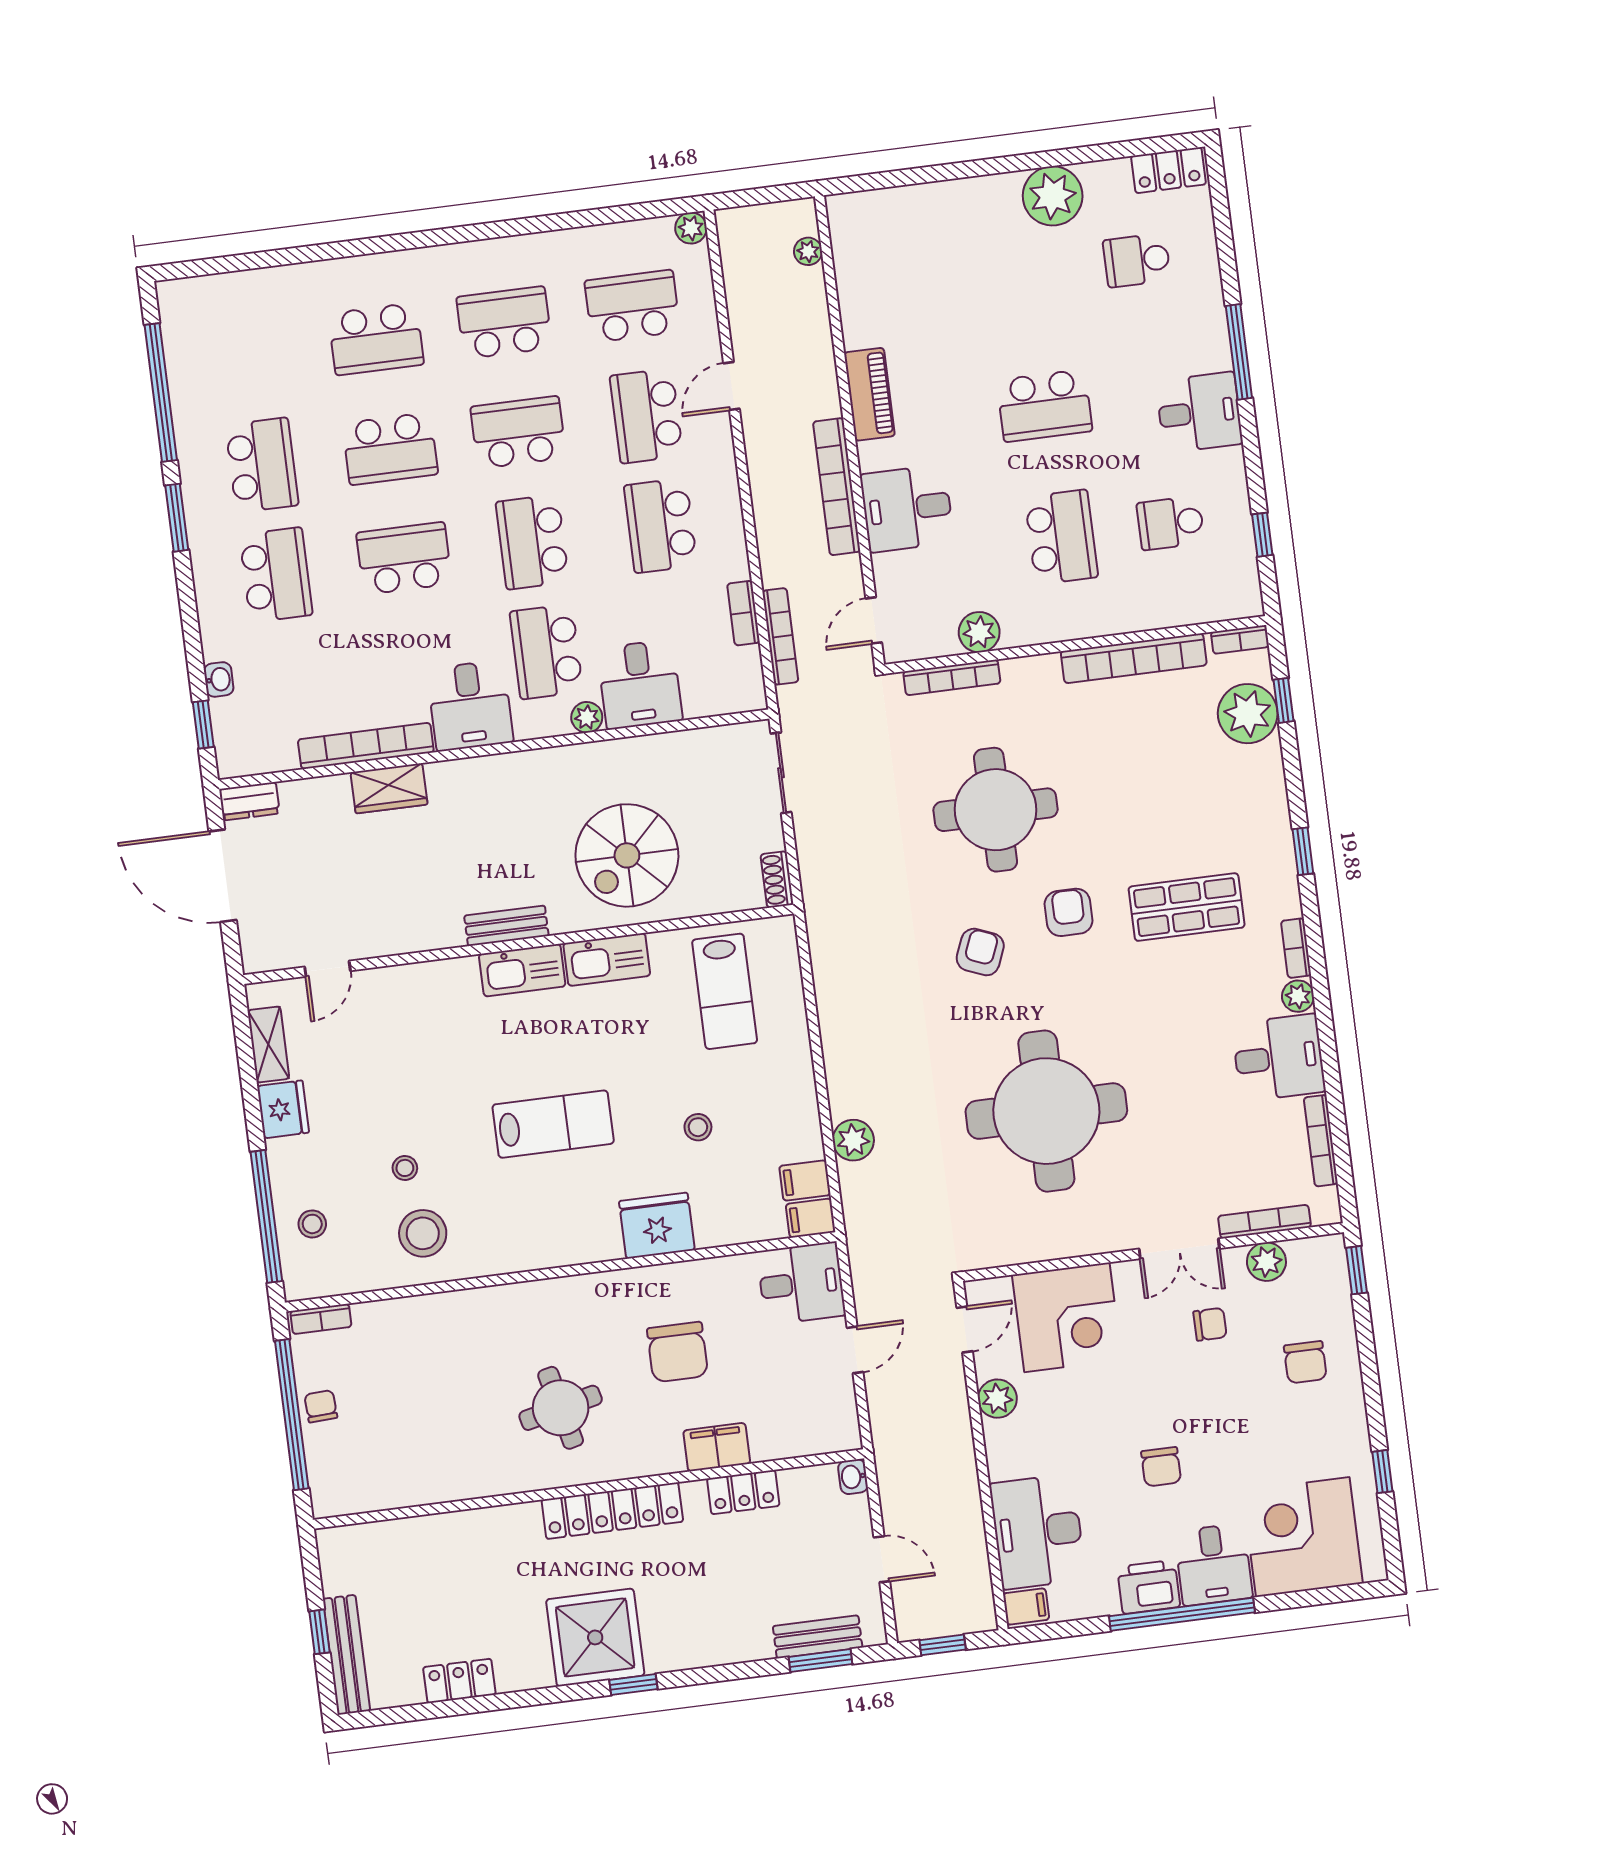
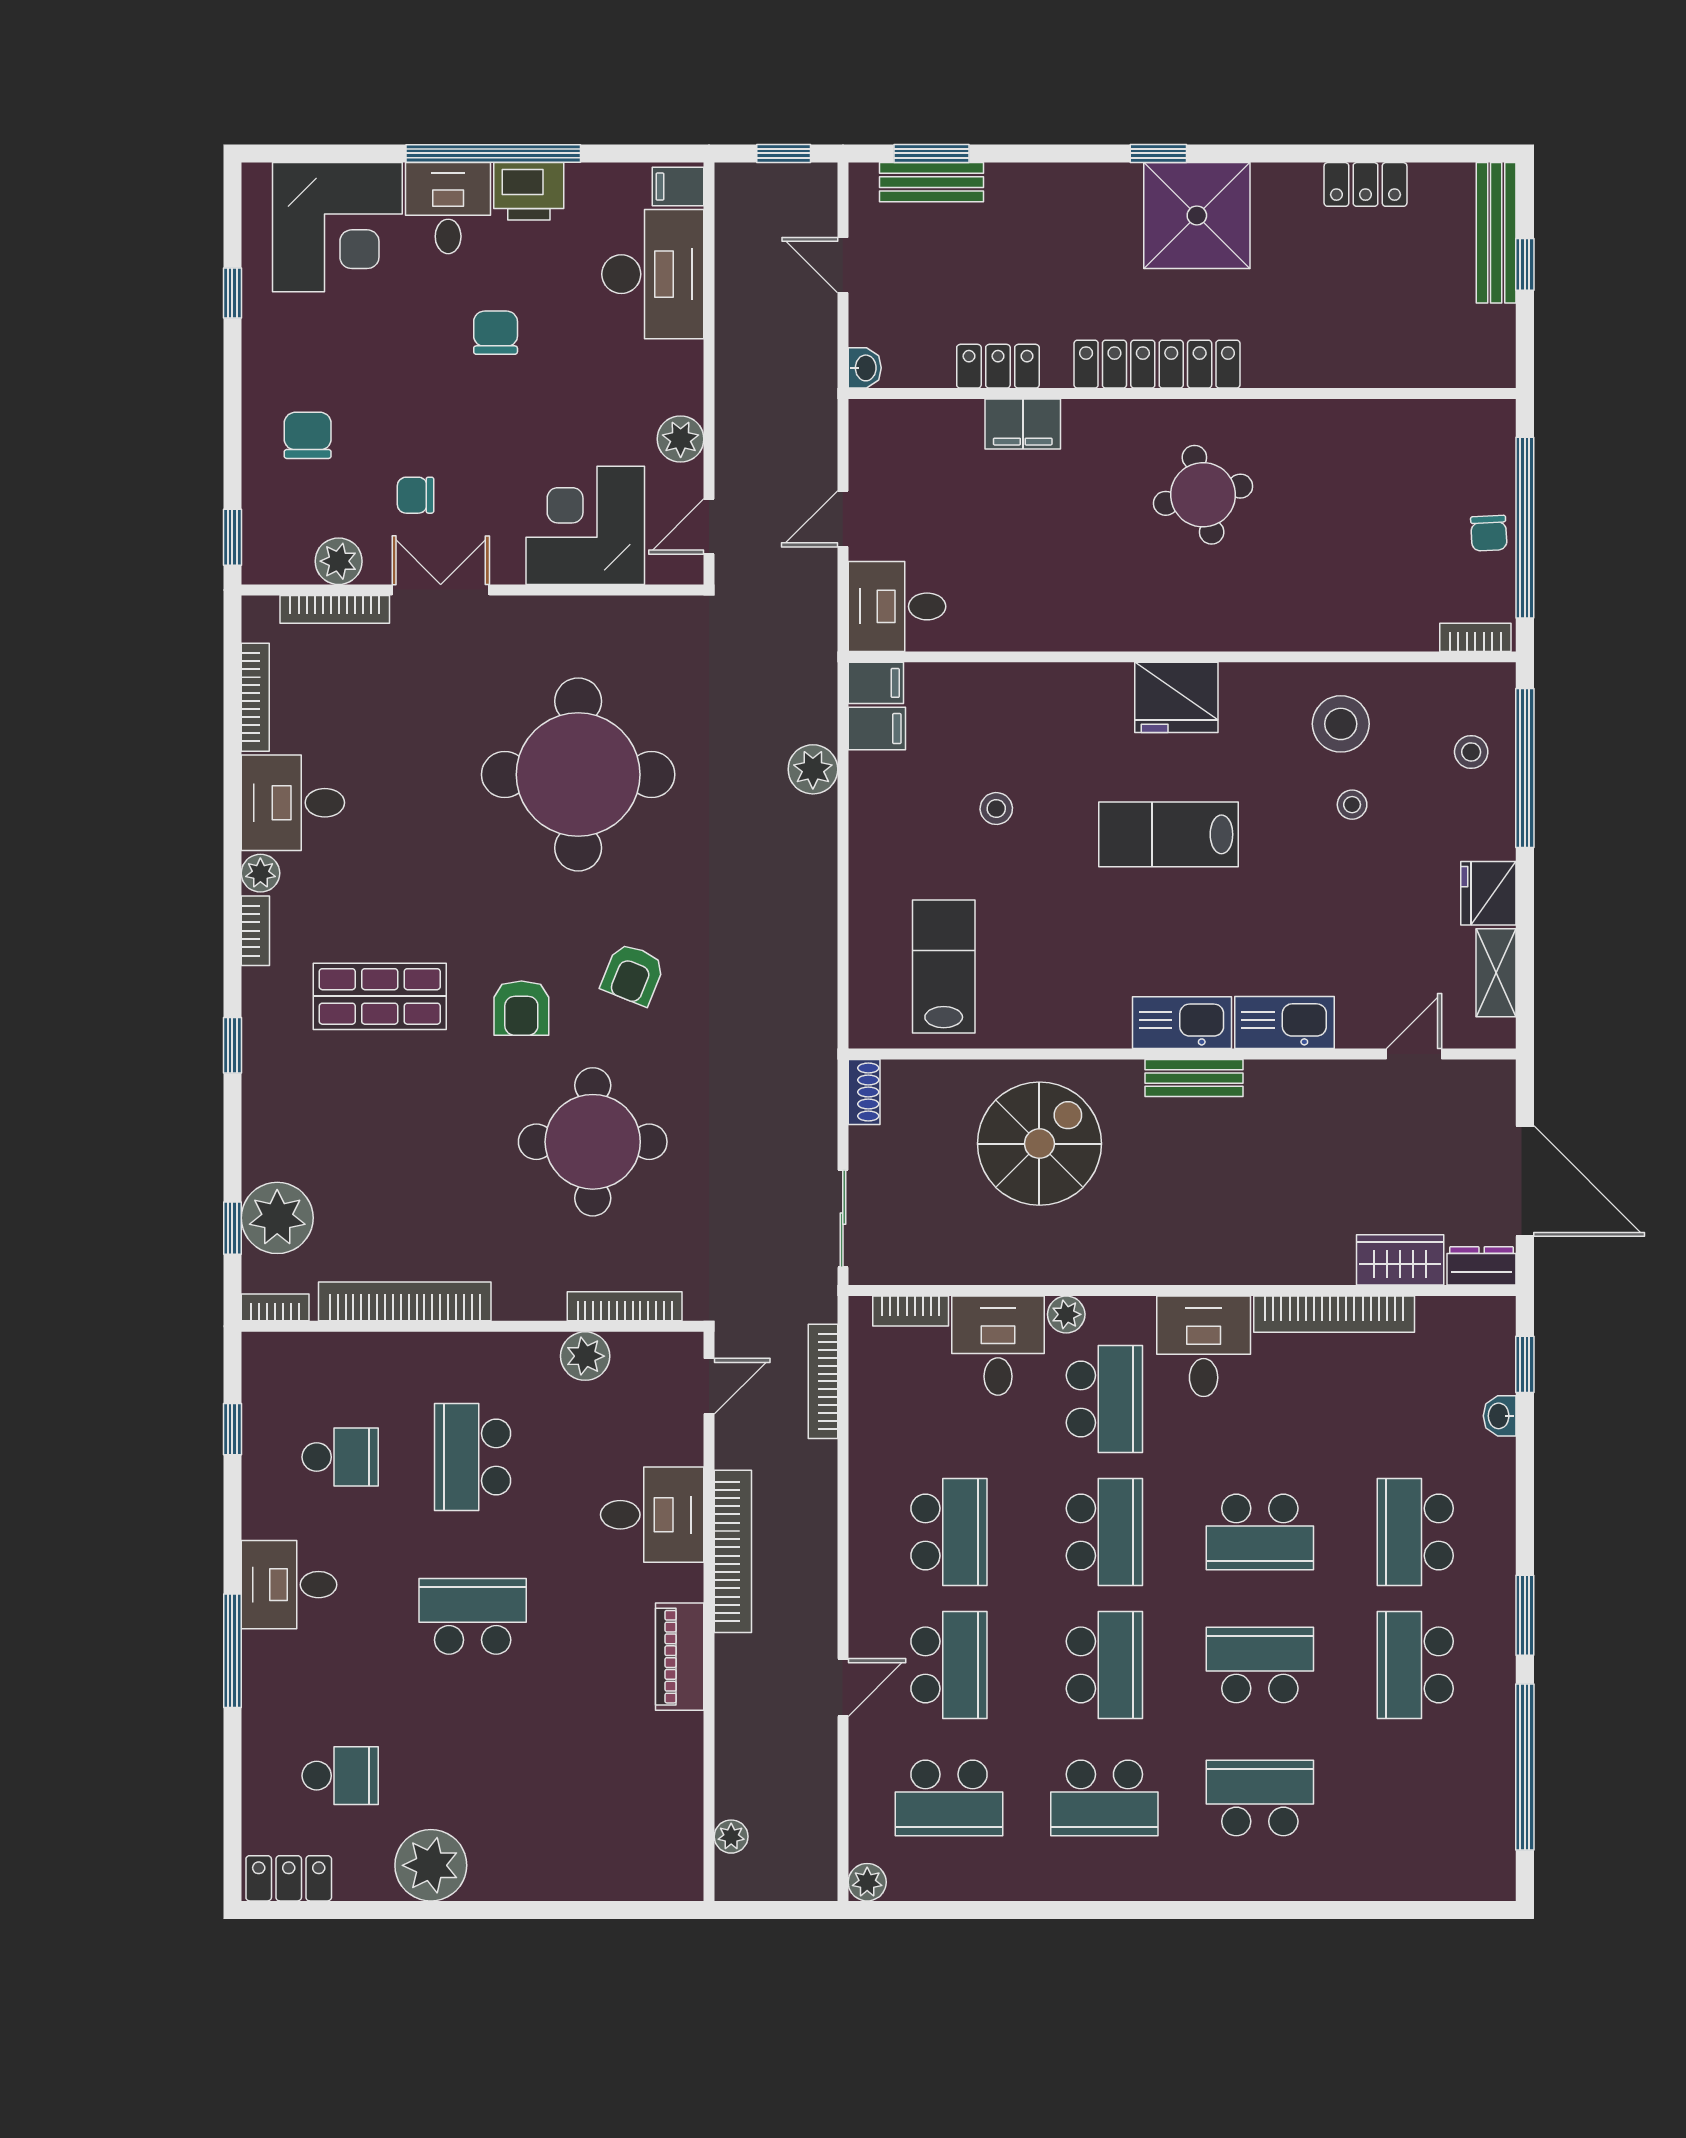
school desk: (518, 432) -> (1104, 1665), turned -90
bookcase: (743, 613) -> (911, 1311), moved, turned 90
wardrobe: (389, 788) -> (1400, 1260), moved
kitchen sink: (607, 959) -> (1284, 1023), moved
fridge: (657, 1226) -> (1176, 697), moved
chair: (678, 1352) -> (1055, 543), removed

